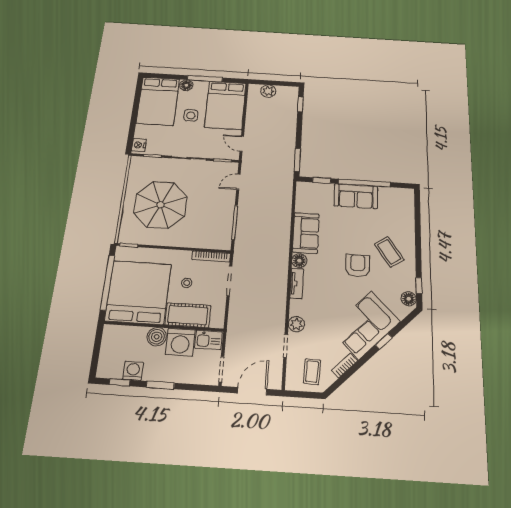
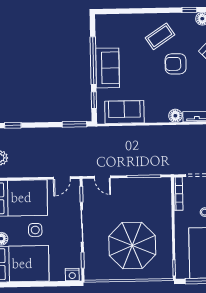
sofa: (306, 233) -> (124, 112), moved

